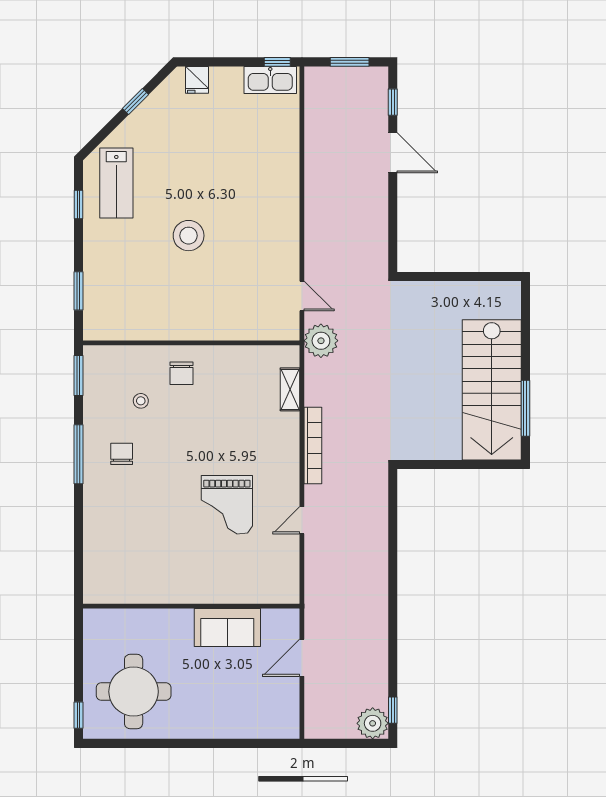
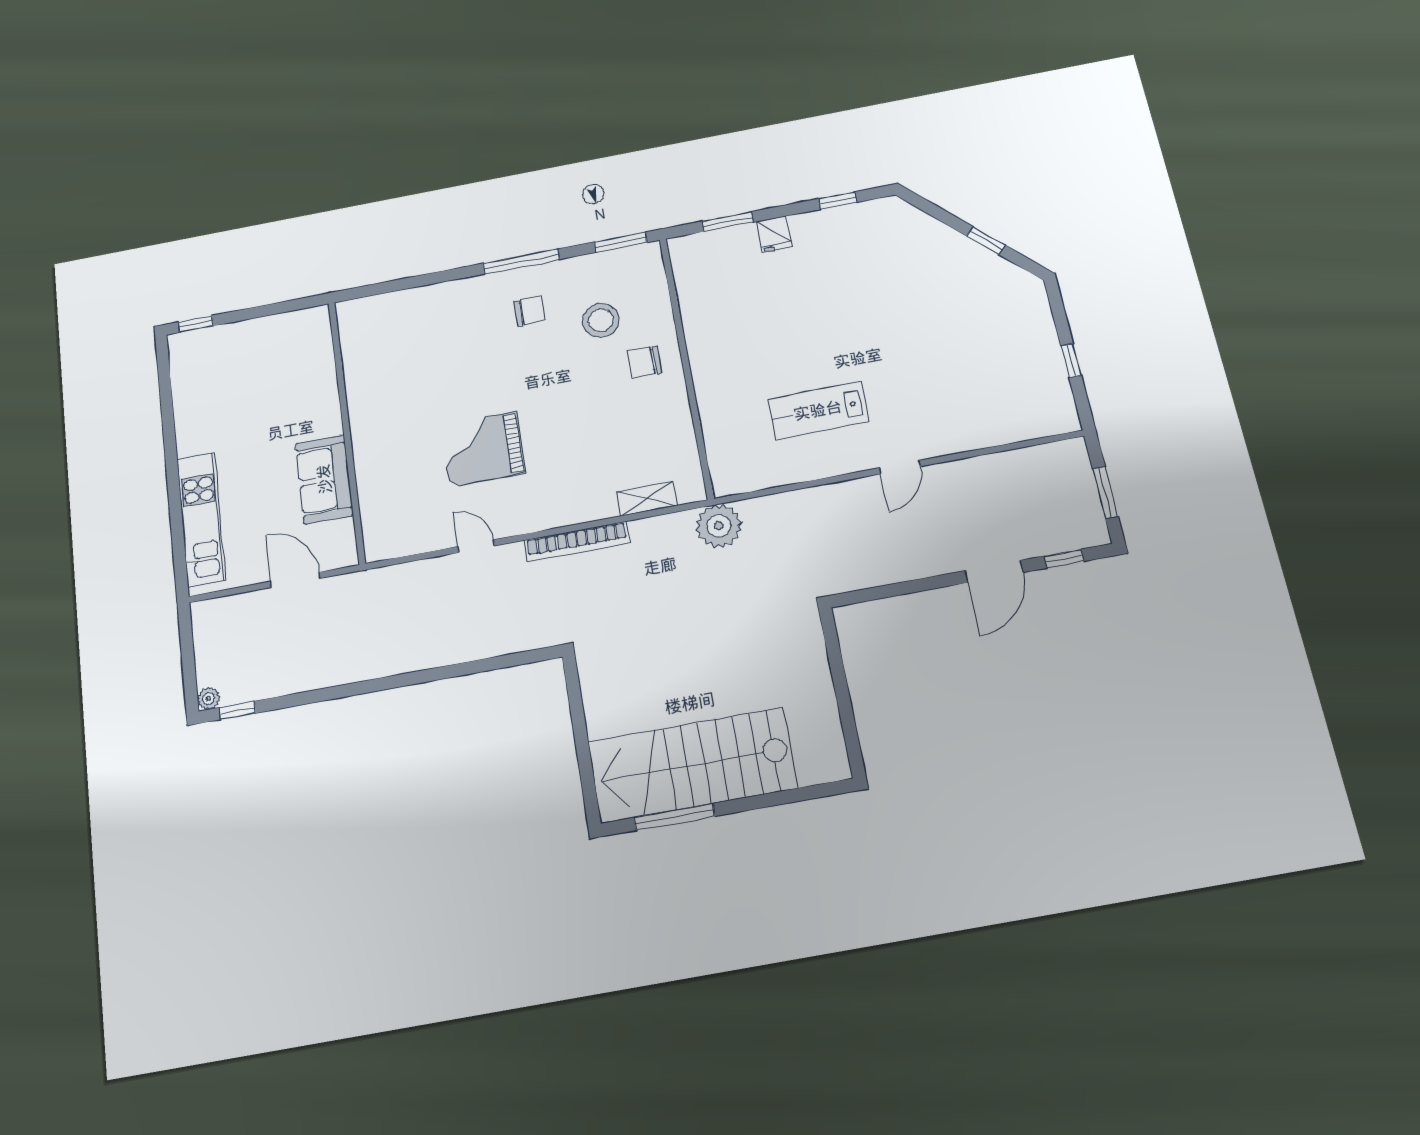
window: (277, 62) -> (1071, 361), moved
fridge: (197, 80) -> (774, 234), moved, turned -90
kitchen sink: (270, 80) -> (1055, 397), removed
lab bench: (116, 183) -> (818, 410), moved
stool: (189, 236) -> (825, 336), removed
door: (302, 296) -> (900, 467), moved
stool: (141, 401) -> (601, 320), width x1.89, depth x1.89
round table: (134, 692) -> (231, 382), removed
plant: (373, 723) -> (209, 698), width x0.53, depth x0.53
kitchen unit: (241, 724) -> (201, 519), added

